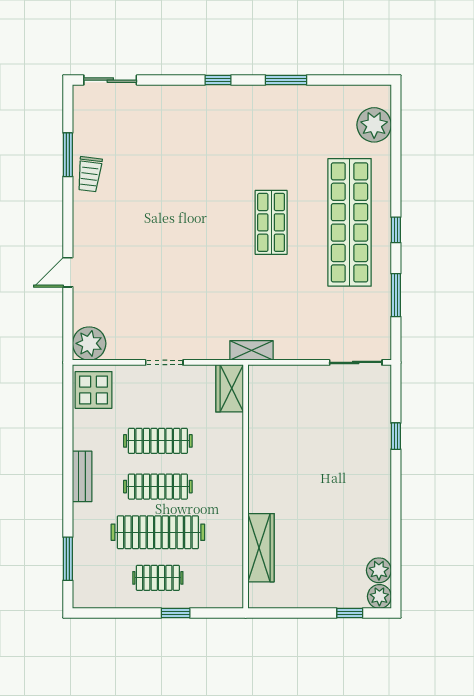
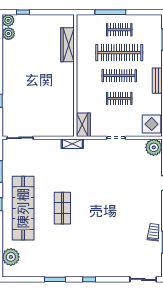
clothes rail: (158, 441) -> (119, 98), width x0.73
window: (176, 613) -> (110, 12), width x2.17

